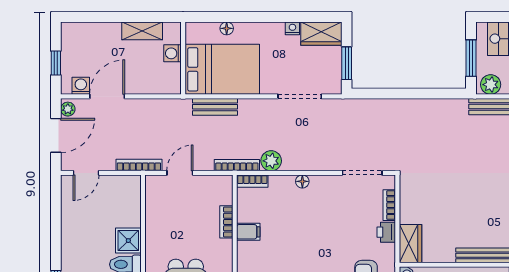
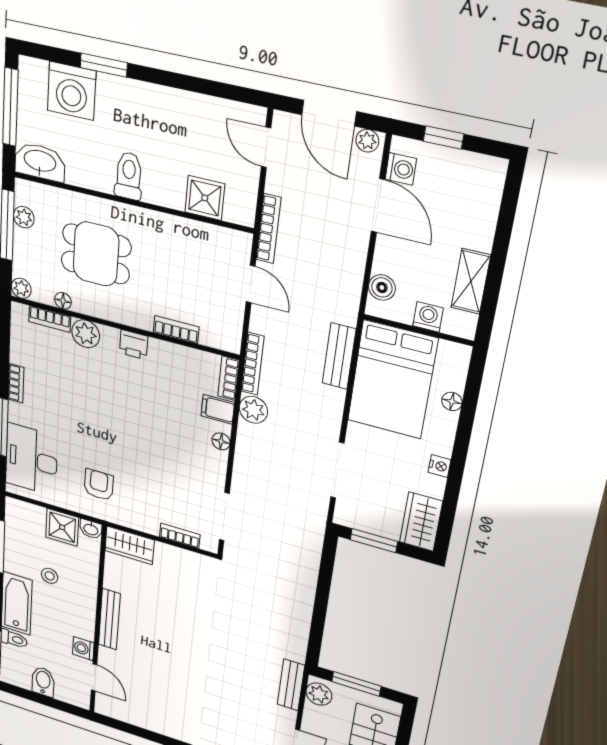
nightstand: (292, 28) -> (440, 466), moved
boiler: (160, 86) -> (382, 287), added
filing cabinet: (248, 232) -> (218, 409), moved, turned 90
printer: (386, 232) -> (134, 345), moved, turned 180
shower: (128, 241) -> (205, 198), moved

